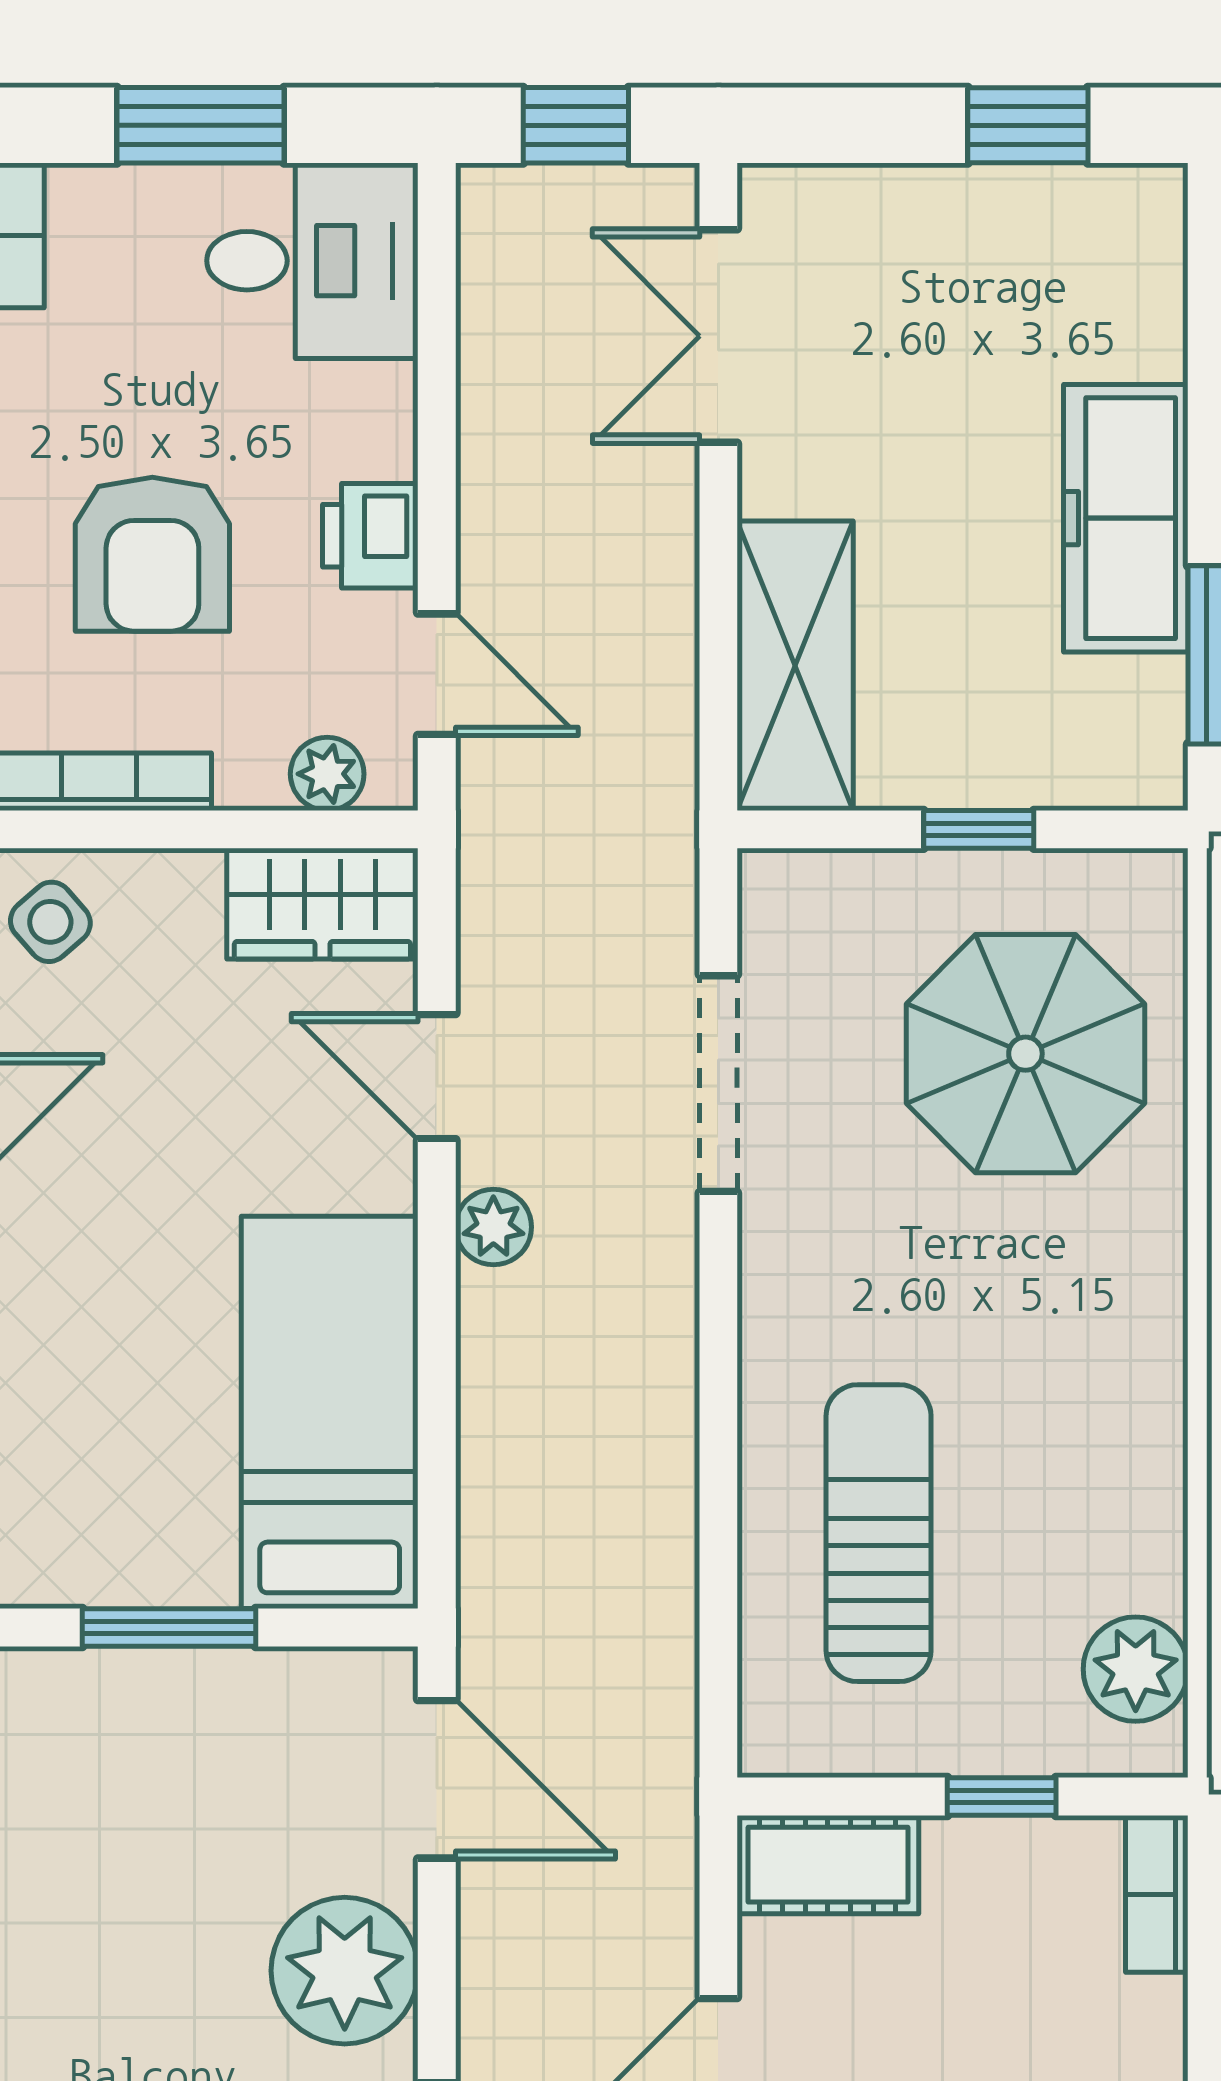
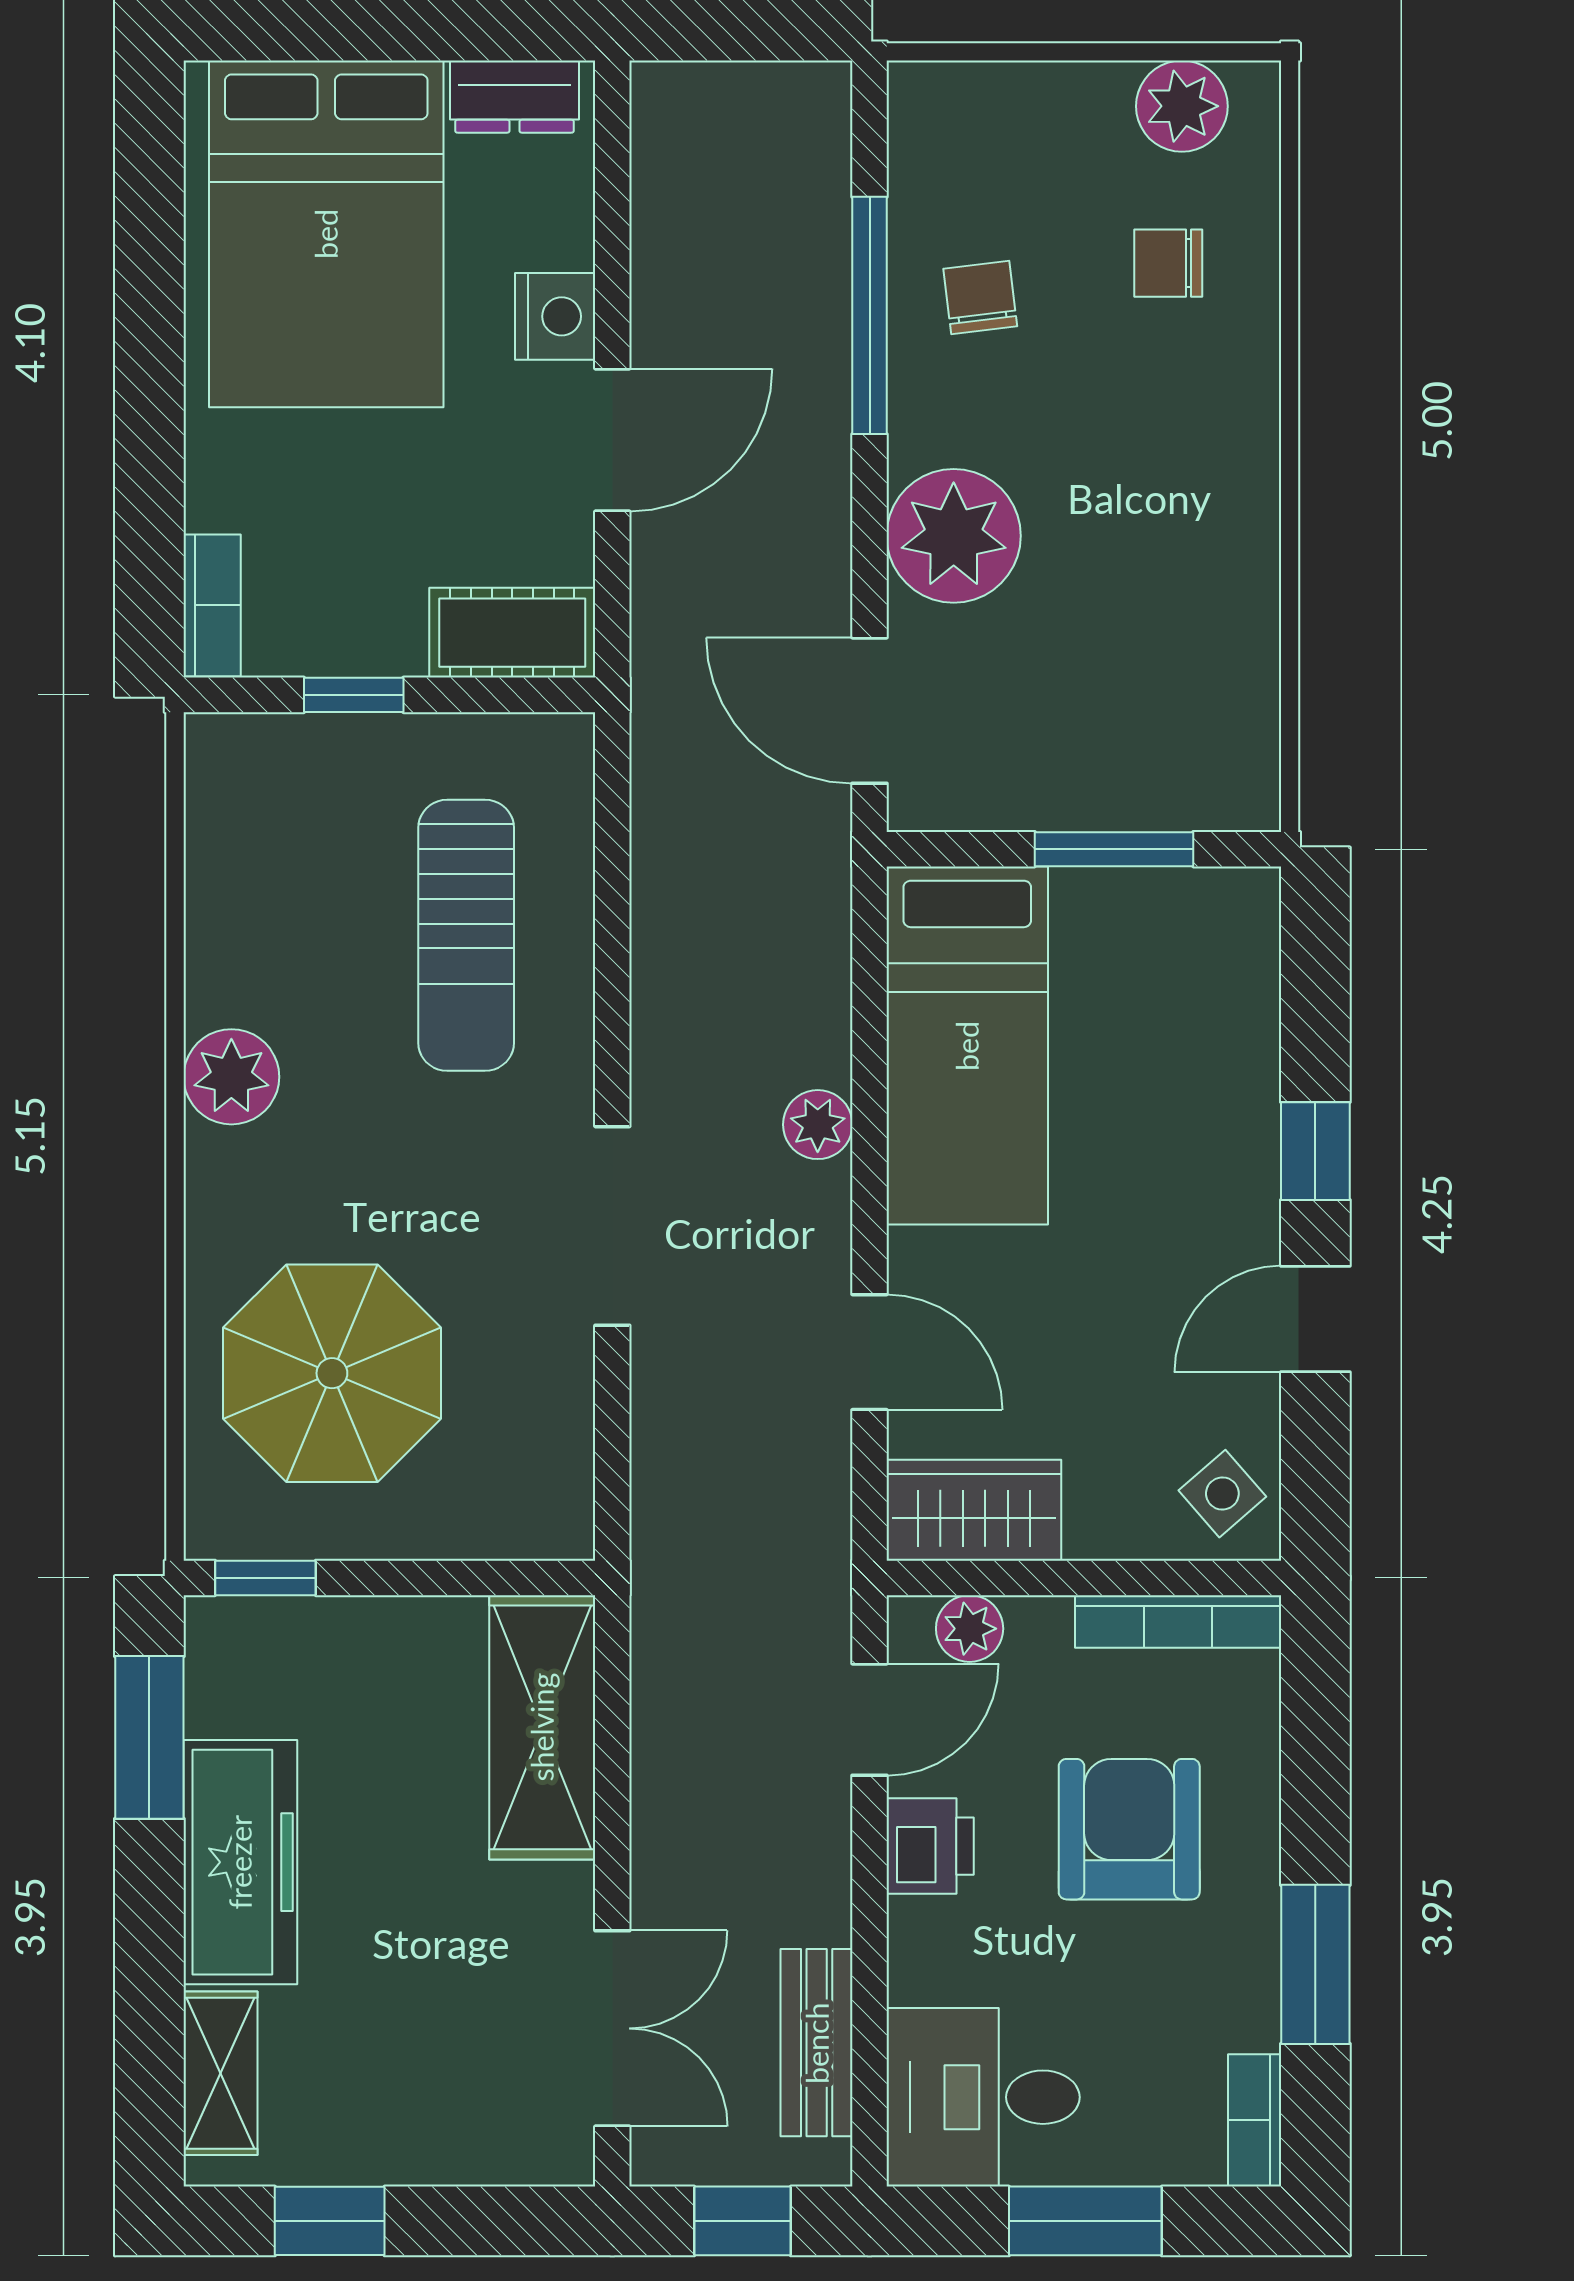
shelving: (1148, 287) -> (221, 2073), added
bench: (495, 321) -> (817, 2043), added
door: (437, 674) -> (870, 1720), swing flipped
window: (979, 829) -> (265, 1578), moved
doorway: (718, 1084) -> (612, 1226), moved
plant: (493, 1227) -> (818, 1125), moved
plant: (1136, 1669) -> (231, 1077), moved

